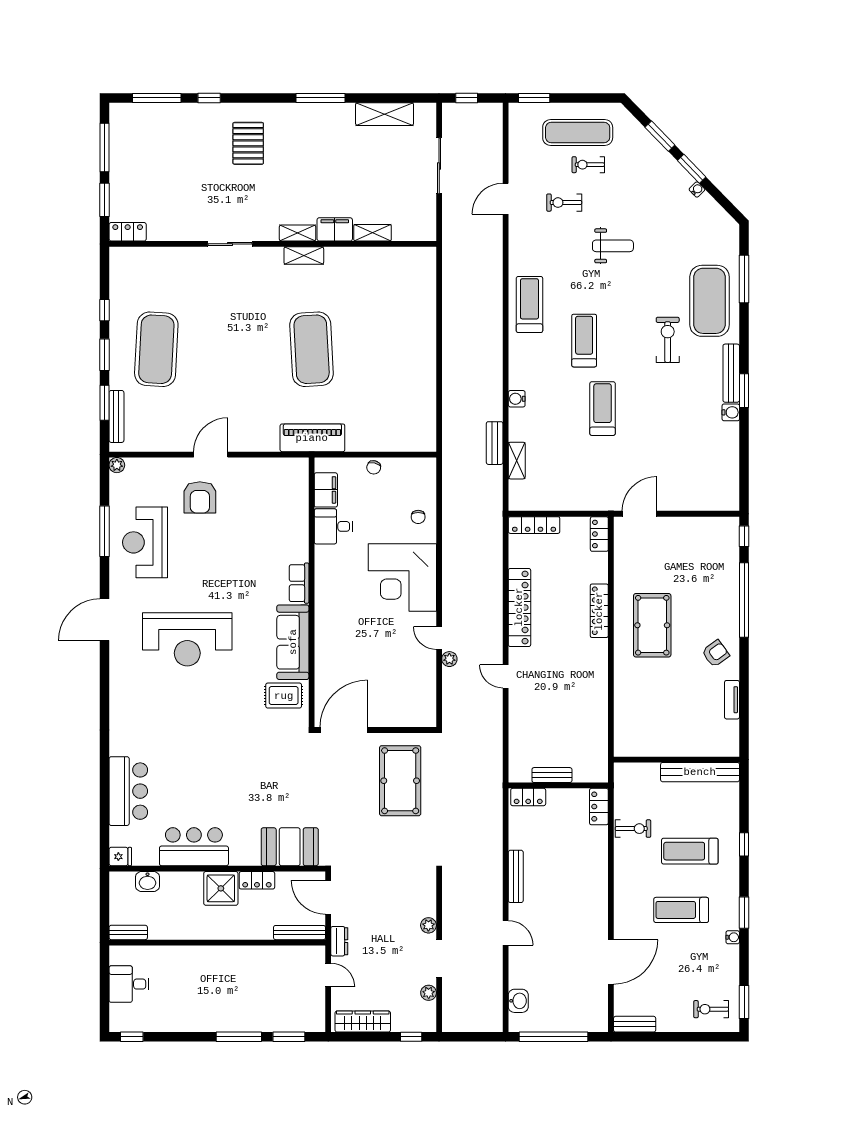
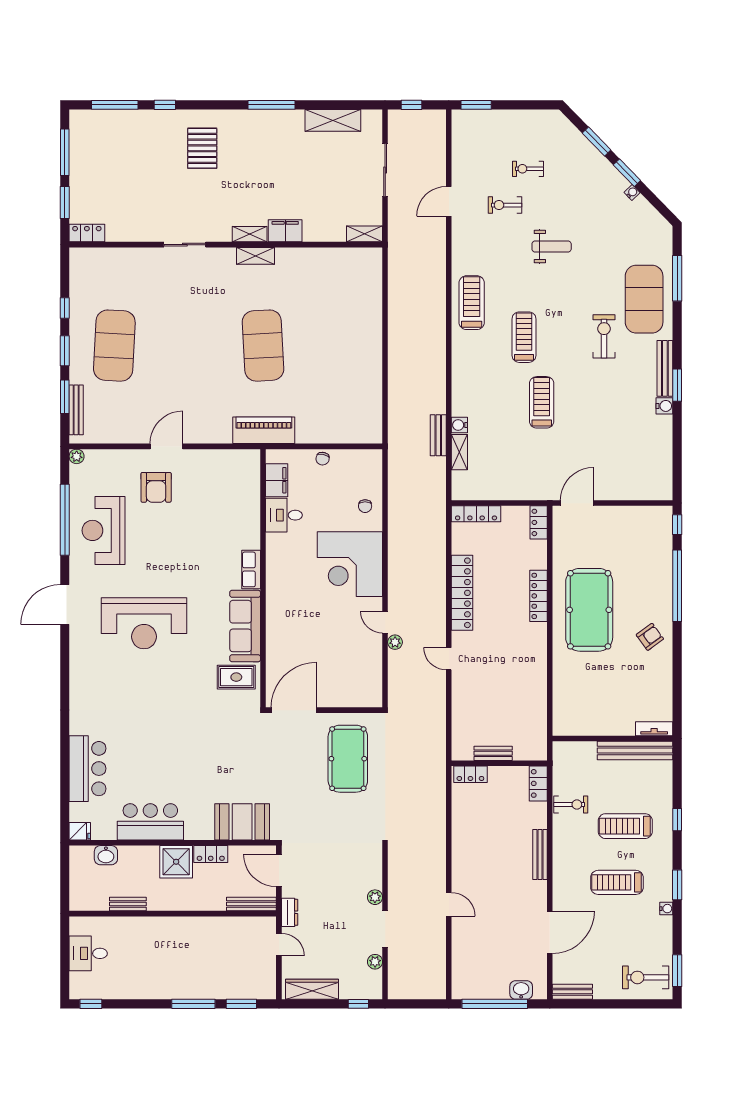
exercise mat: (578, 132) -> (518, 138), removed
shelving: (373, 233) -> (364, 234), moved
water cooler: (517, 399) -> (459, 425), moved
window: (105, 531) -> (65, 520), width x1.46
pool table: (652, 625) -> (589, 610), width x1.36, depth x1.32
tv unit: (732, 700) -> (654, 729), moved, turned 90
bench: (516, 876) -> (540, 854), moved
bench: (128, 932) -> (128, 904), moved
washbasin: (518, 1001) -> (521, 990), moved, turned -90
exercise bike: (711, 1009) -> (646, 977), width x1.38, depth x1.39

